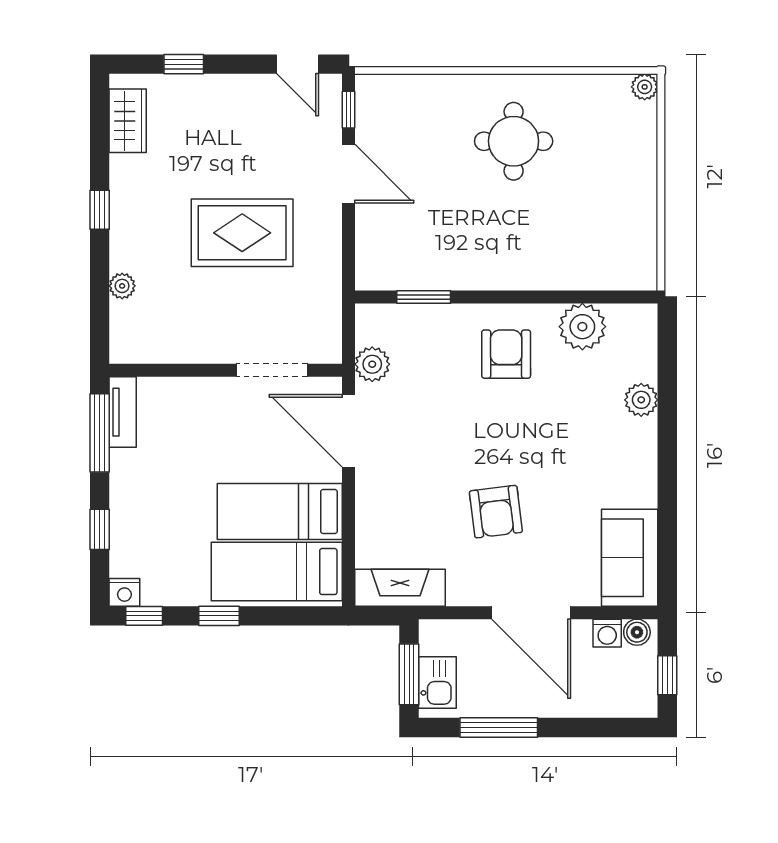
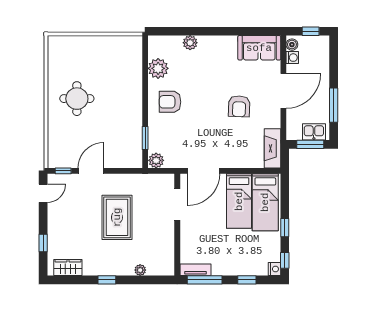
plant: (645, 87) -> (53, 41), removed
plant: (372, 364) -> (156, 160), moved
armchair: (496, 512) -> (239, 106), turned 99

